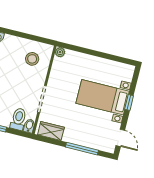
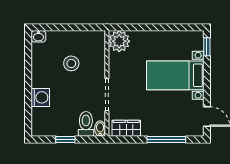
plant: (60, 52) -> (119, 41), width x1.88, depth x1.88
stool: (32, 59) -> (71, 63), moved
window: (129, 102) -> (207, 47), moved

